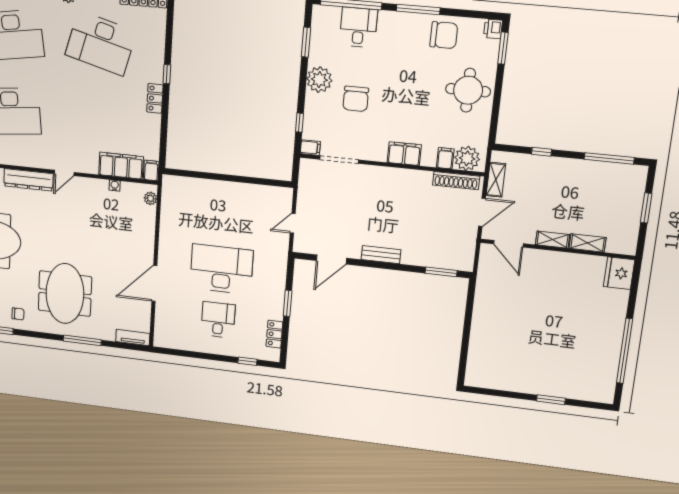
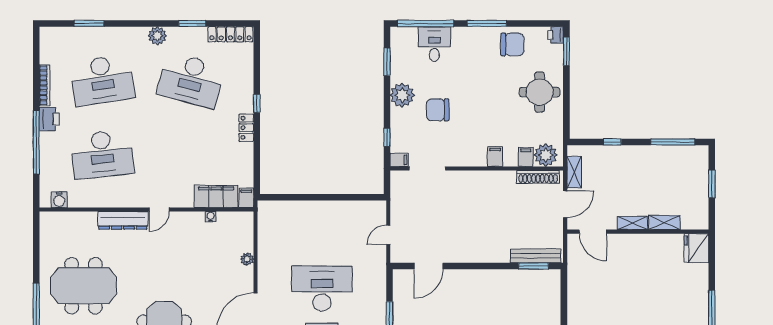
chair: (356, 99) -> (438, 110), turned 90
filing cabinet: (404, 154) -> (495, 157), width x0.50
plant: (150, 198) -> (247, 259), moved
bench: (381, 255) -> (536, 256), moved, width x1.36

